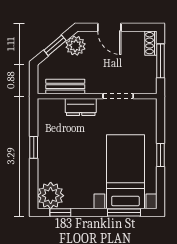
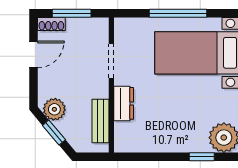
door: (109, 27) -> (33, 54), moved
window: (34, 147) -> (202, 157), moved
window: (160, 155) -> (178, 13), width x2.17

